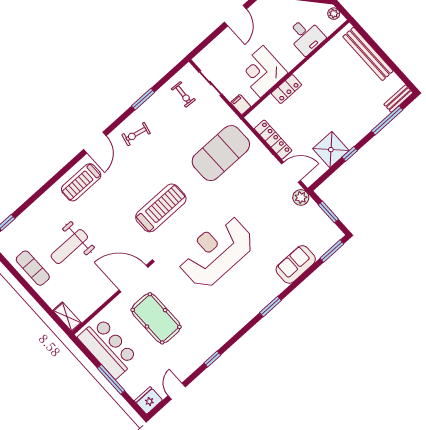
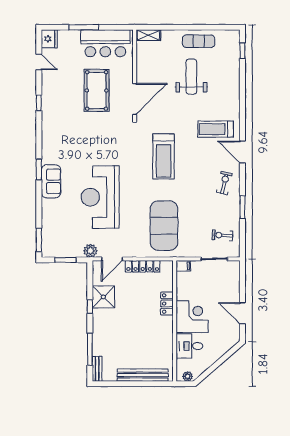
corner desk: (262, 72) -> (192, 317), moved
treadmill: (81, 182) -> (216, 129), moved, turned -90
reception desk: (216, 252) -> (100, 197), moved, turned 180
sofa: (296, 264) -> (51, 181), moved
pool table: (156, 318) -> (97, 90), turned 90

